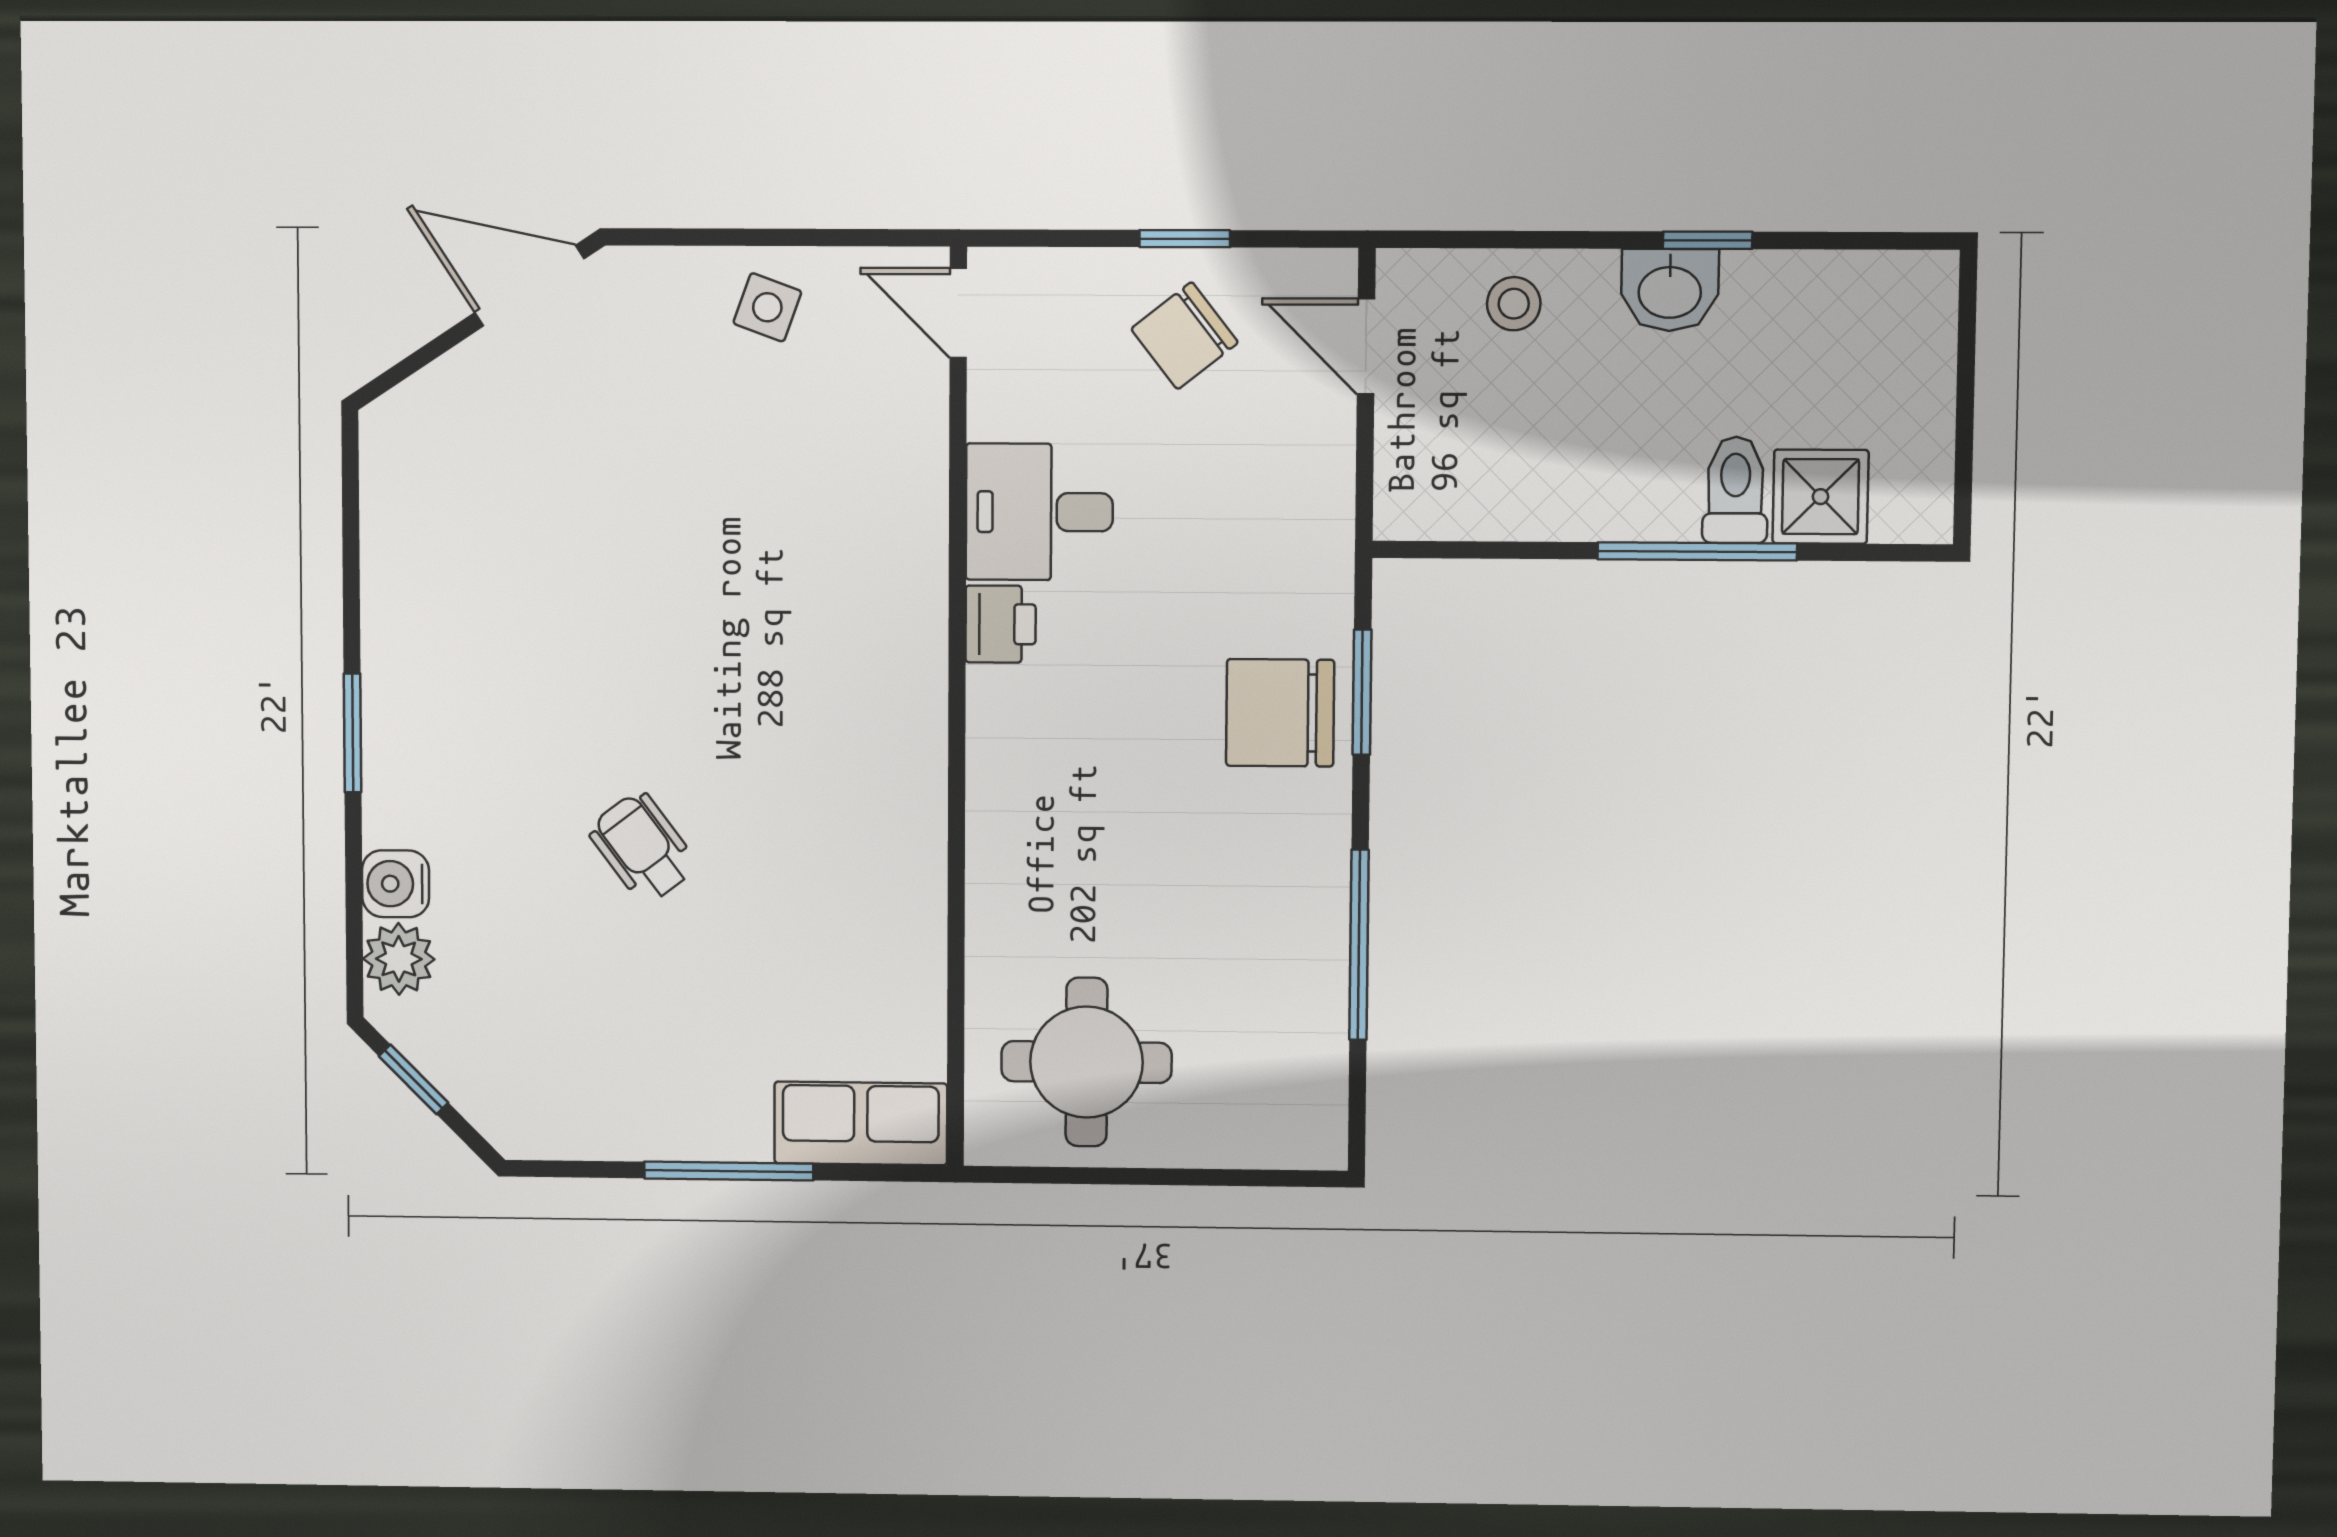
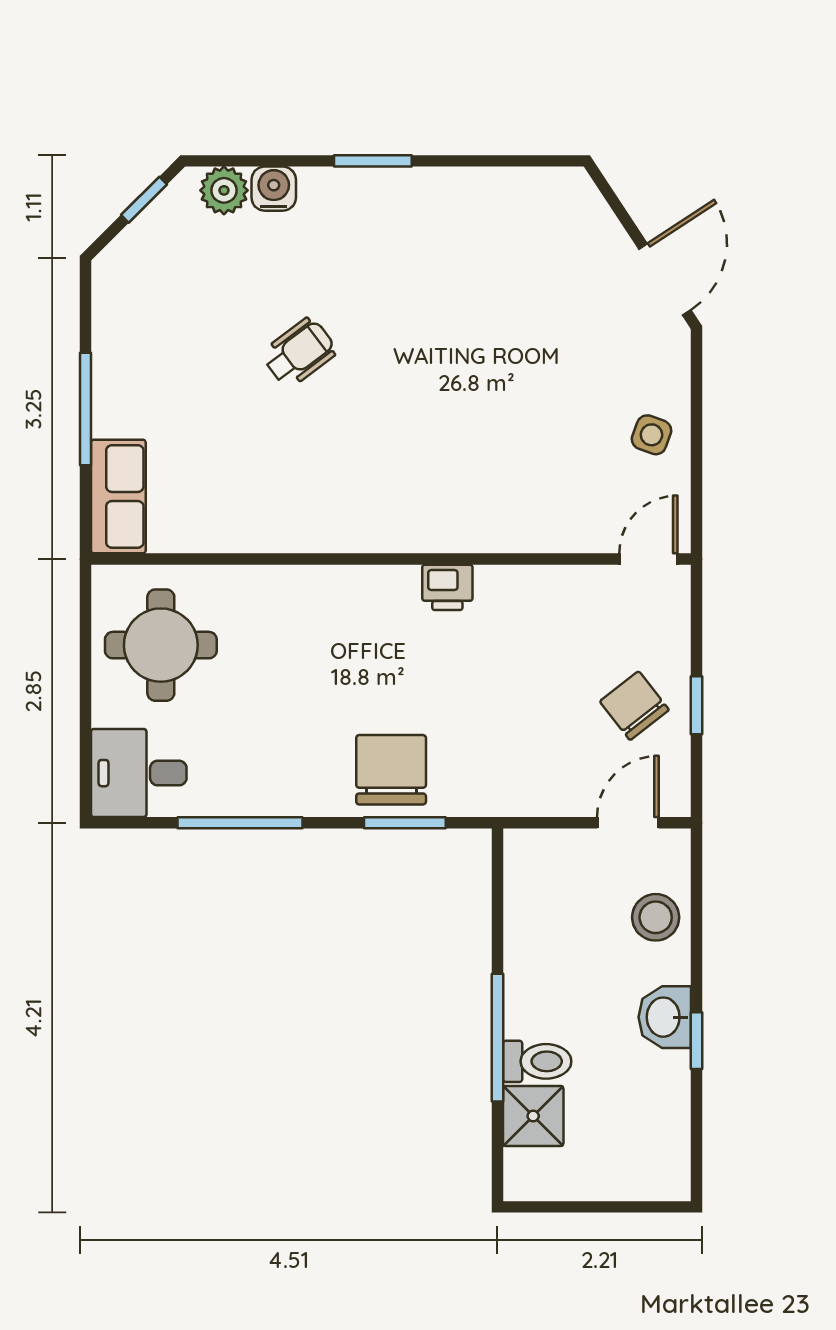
stool: (1514, 304) -> (656, 917), width x1.37, depth x1.37
desk: (1039, 512) -> (139, 773), moved, turned -90

